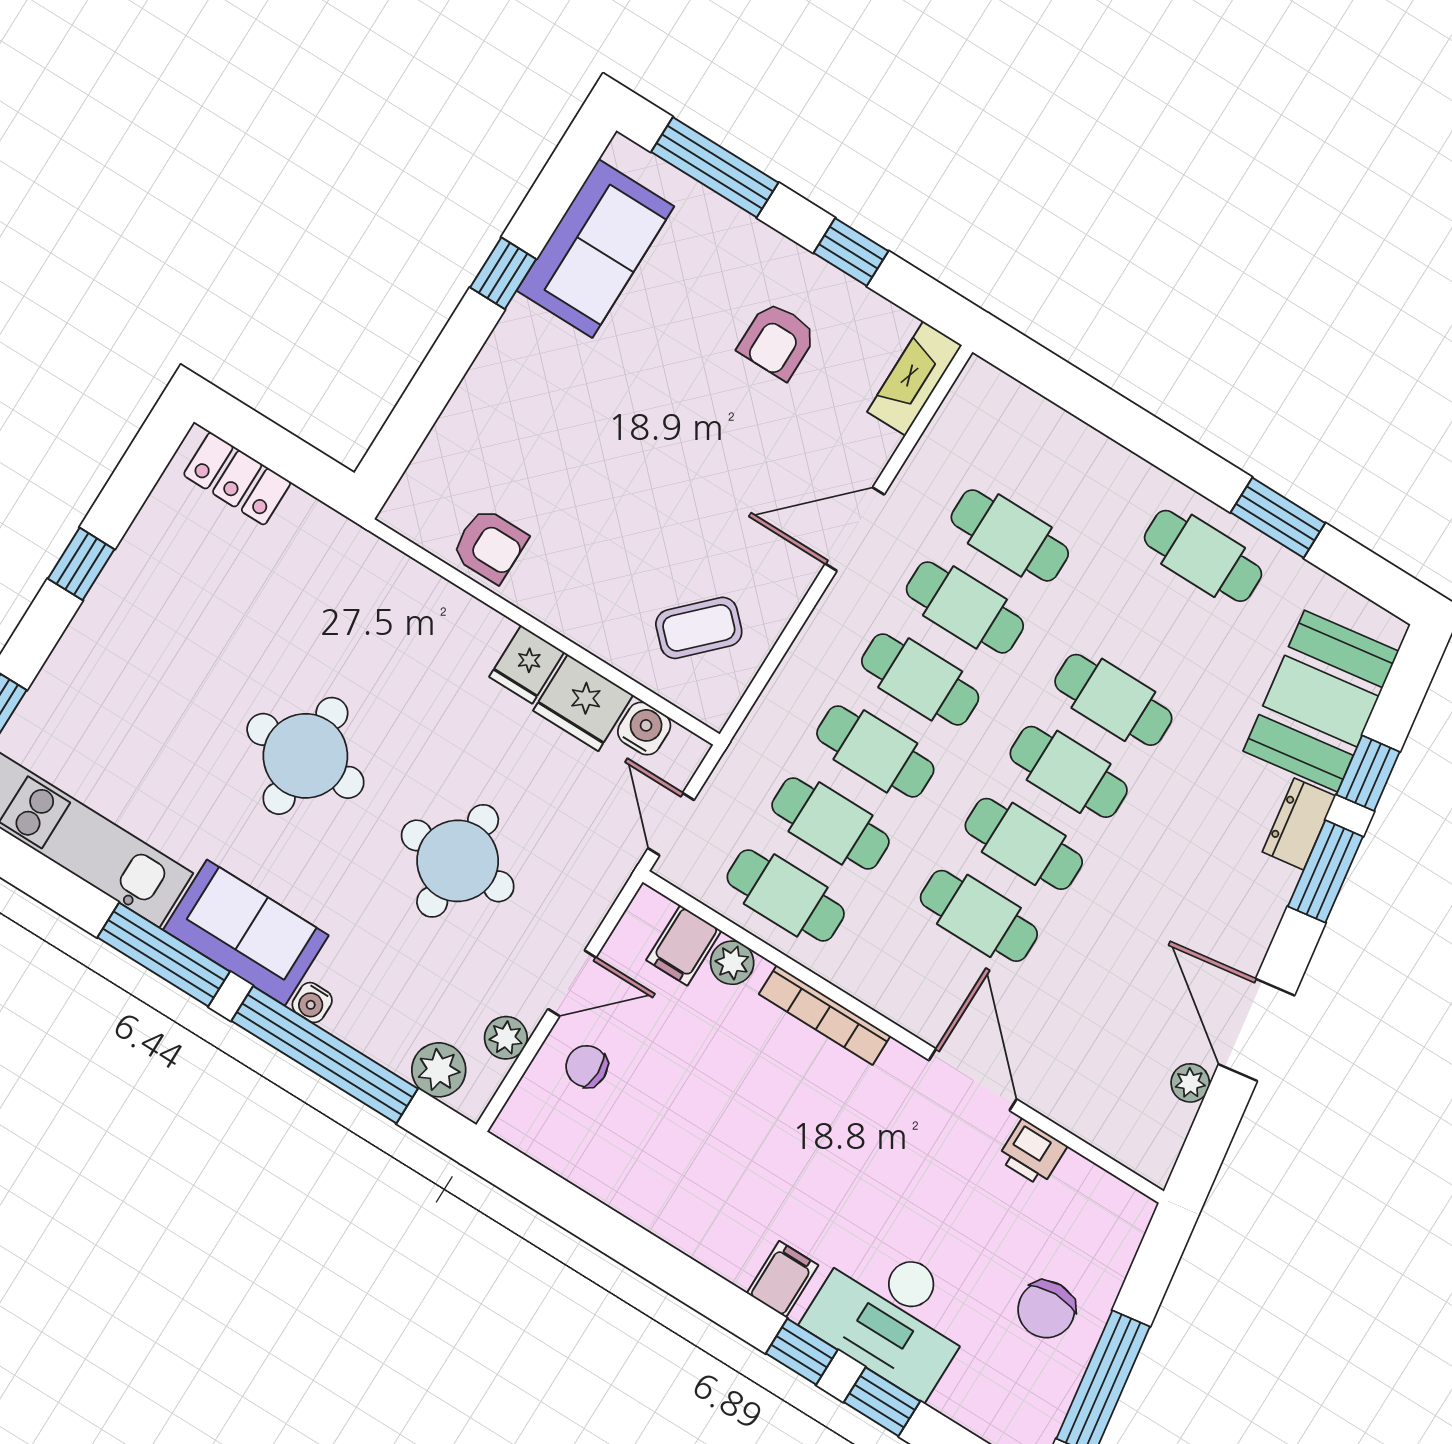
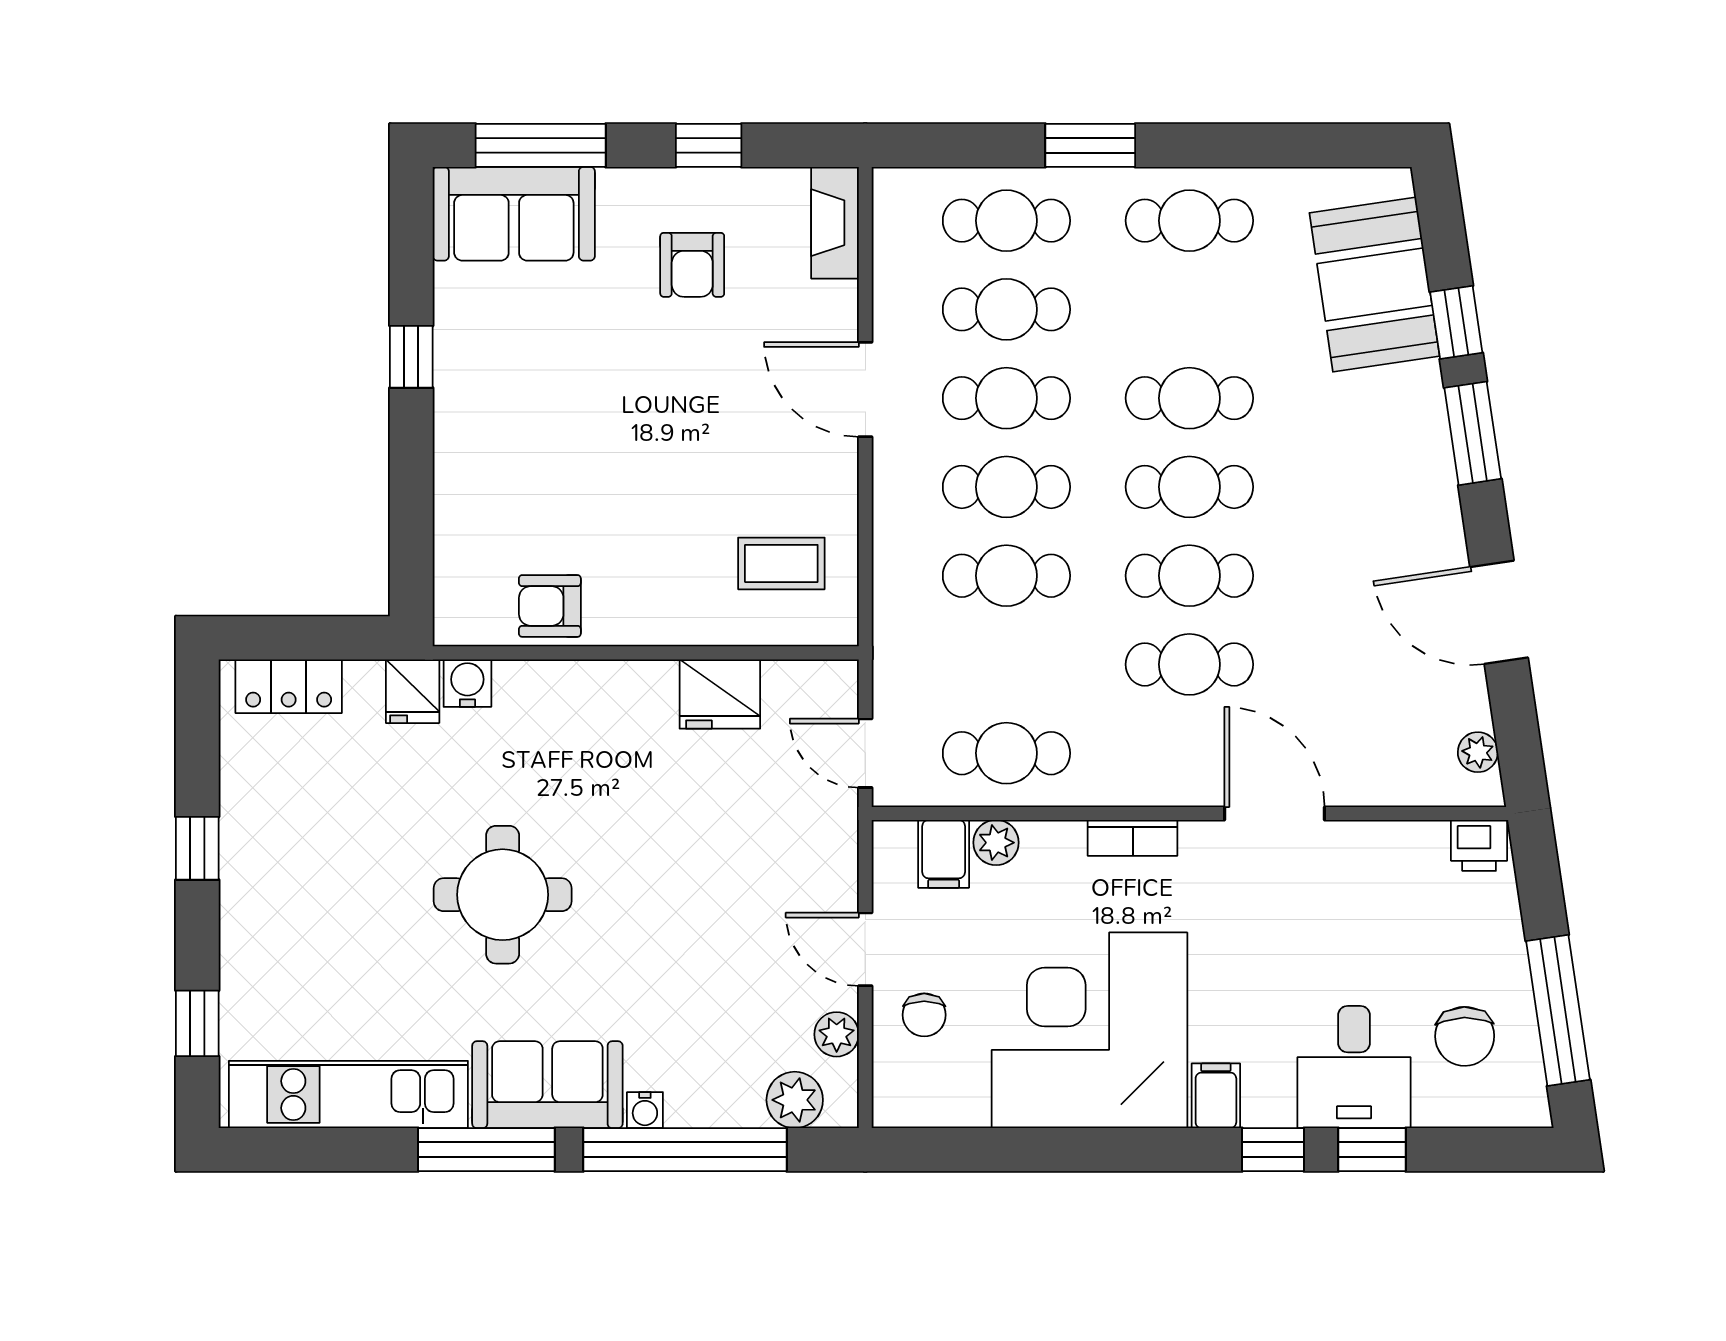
sofa: (595, 248) -> (514, 214), moved, turned 90
window: (1278, 518) -> (1090, 145), moved
door: (855, 529) -> (865, 390), hinge flipped
armchair: (490, 546) -> (550, 606), turned 180
coffee table: (699, 628) -> (781, 563), turned 45
fridge: (527, 664) -> (413, 691), moved
water cooler: (644, 729) -> (467, 683), moved
cafe table: (830, 823) -> (1006, 221), moved
dresser: (1299, 824) -> (1423, 406), removed
round table: (458, 861) -> (696, 904), removed
door: (572, 983) -> (865, 949), swing flipped
bookcase: (825, 1015) -> (1133, 838), width x0.64
chair: (587, 1066) -> (924, 1015), turned -90
plant: (1190, 1083) -> (1478, 752), moved
printer: (1032, 1153) -> (1479, 845), moved
corner desk: (713, 1162) -> (1089, 1030), added
chair: (1046, 1309) -> (1465, 1036), moved
desk: (892, 1315) -> (1354, 1067), width x0.73

